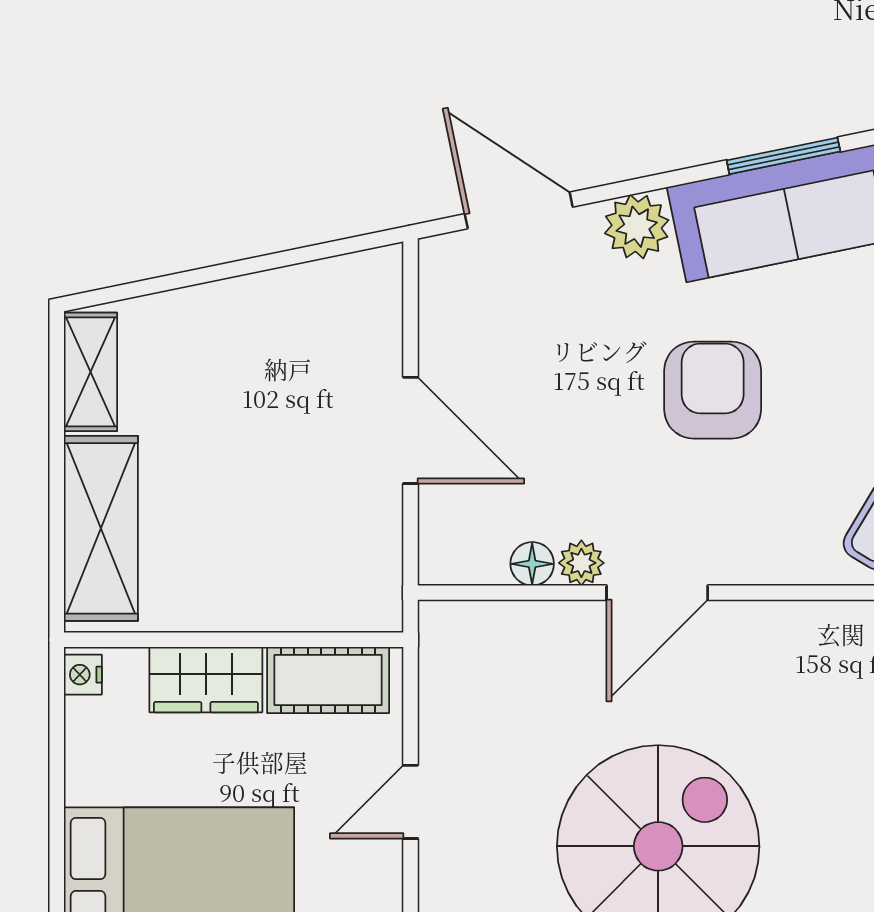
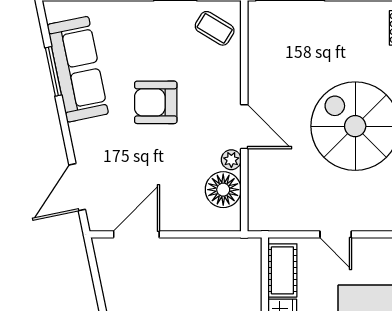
plant: (637, 227) -> (84, 136), removed
door: (410, 430) -> (136, 234), moved
floor lamp: (532, 564) -> (223, 190), width x1.89, depth x1.89

